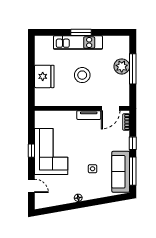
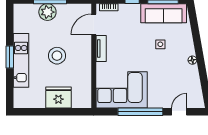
door: (111, 108) -> (94, 24), swing flipped
window: (31, 151) -> (140, 112), width x3.17
corner sofa: (51, 152) -> (122, 90), moved

